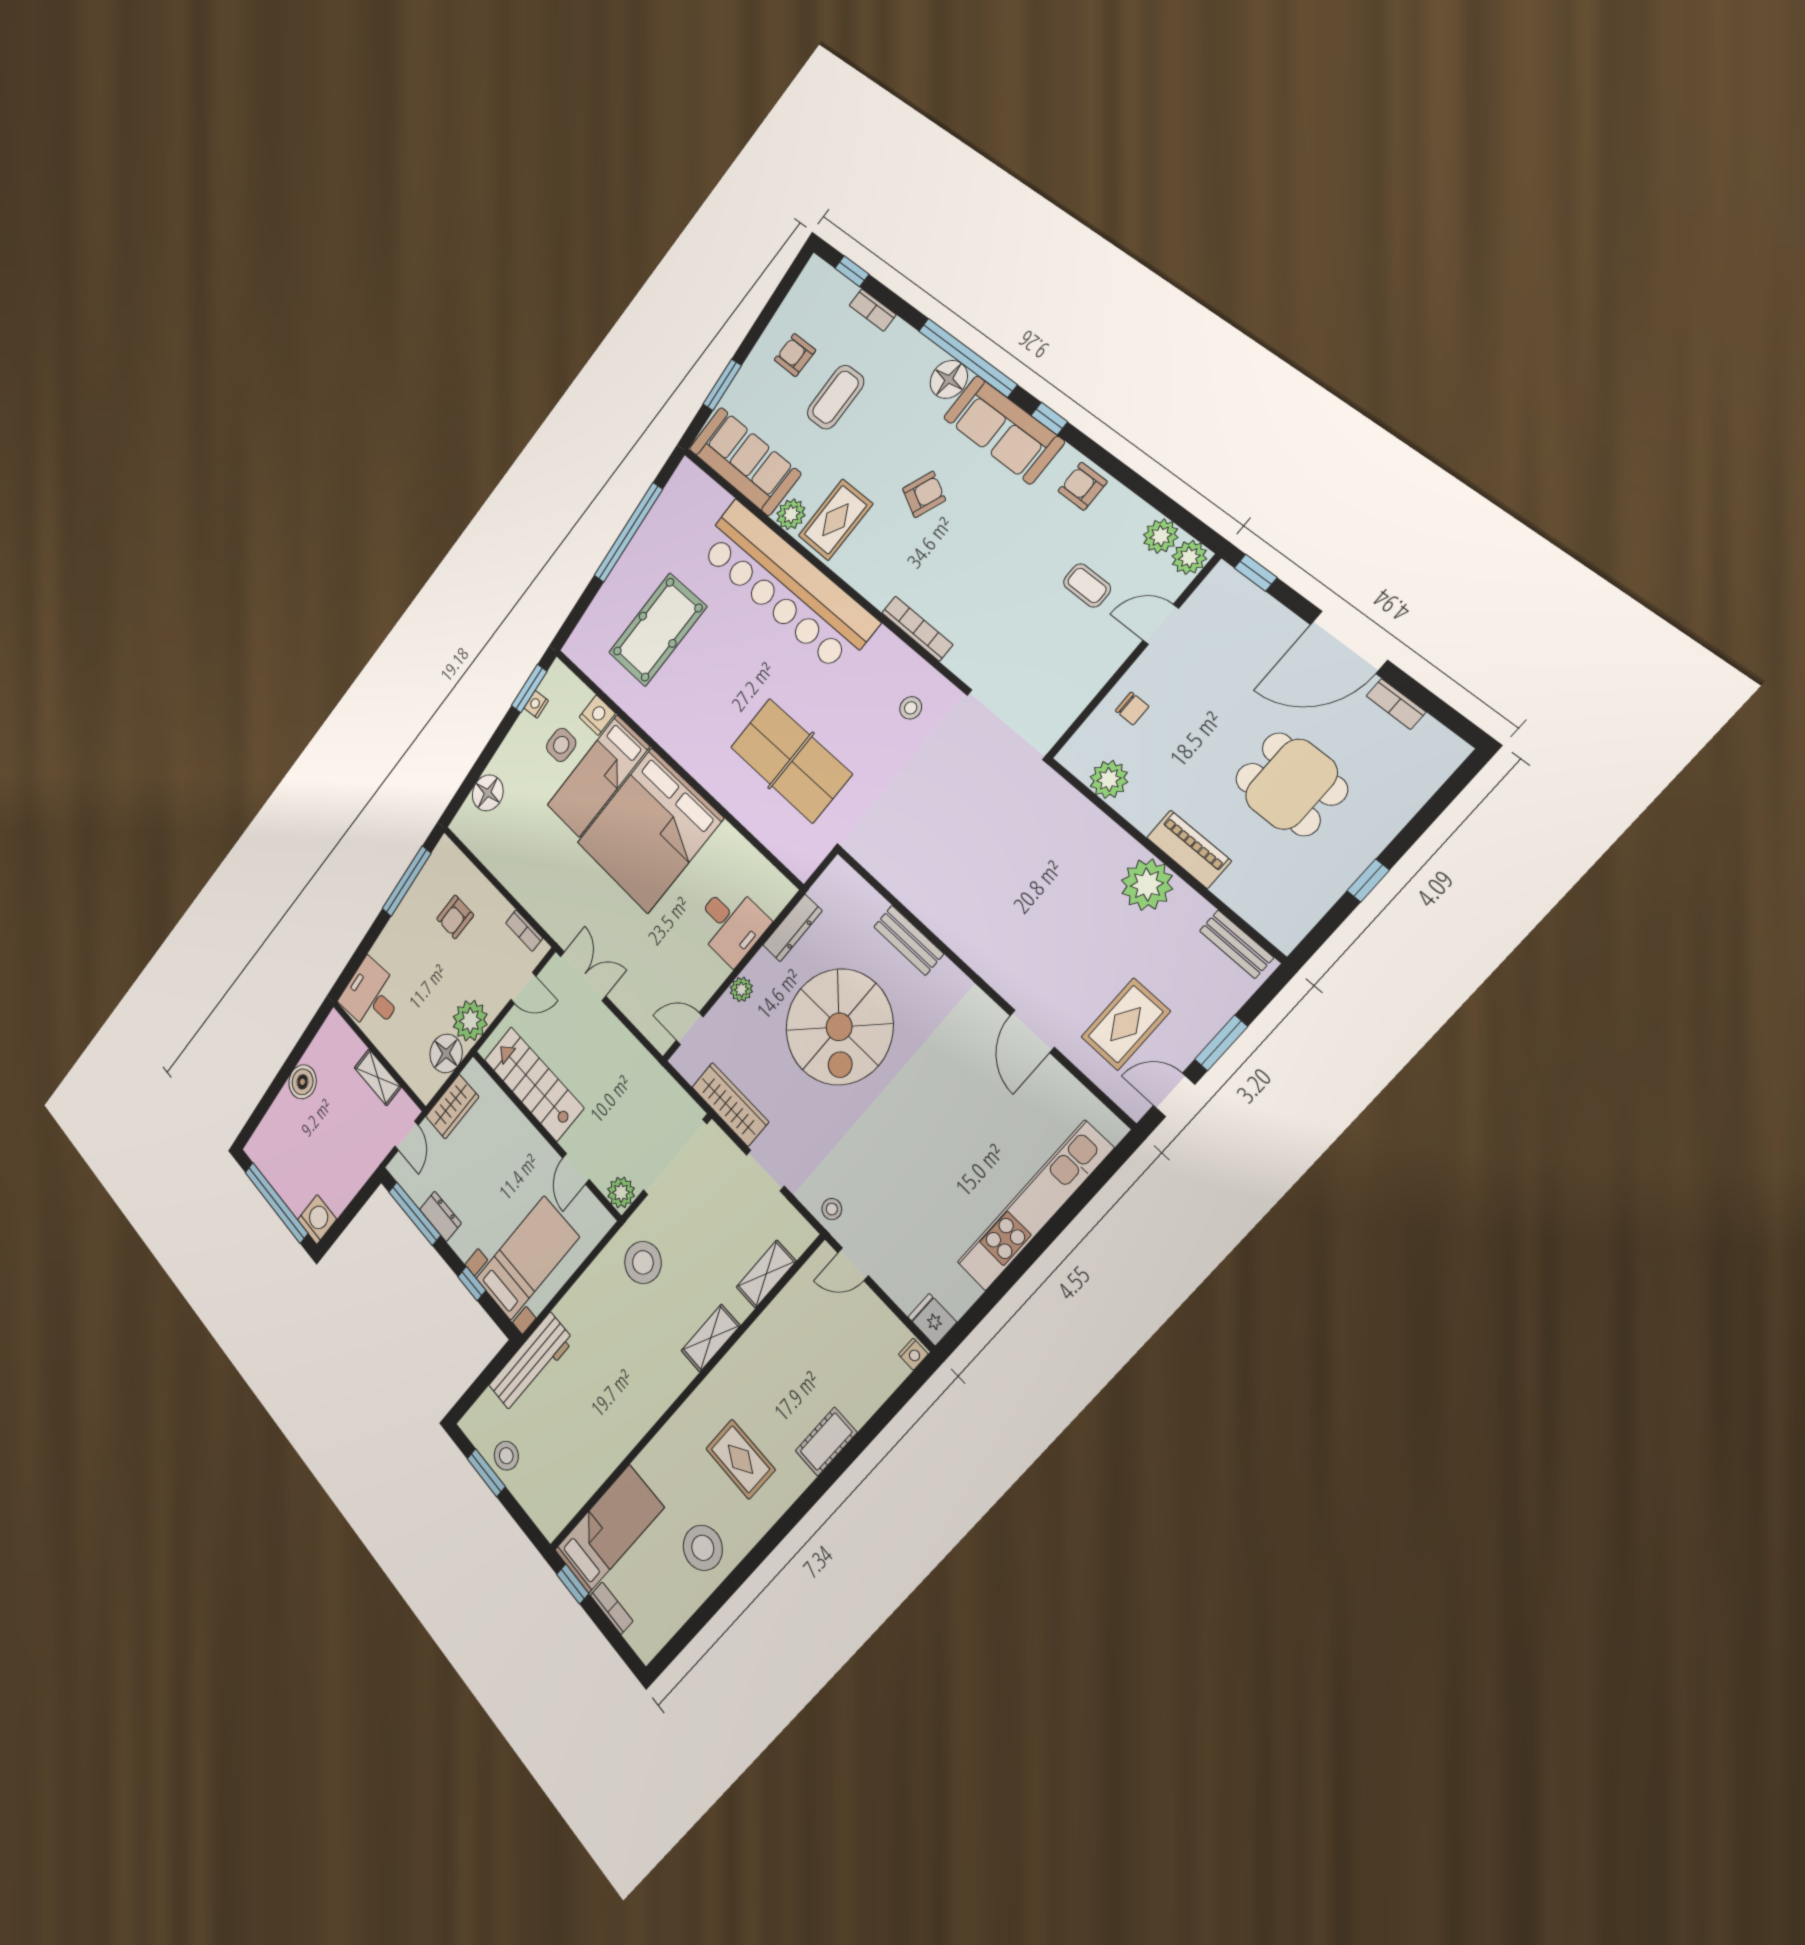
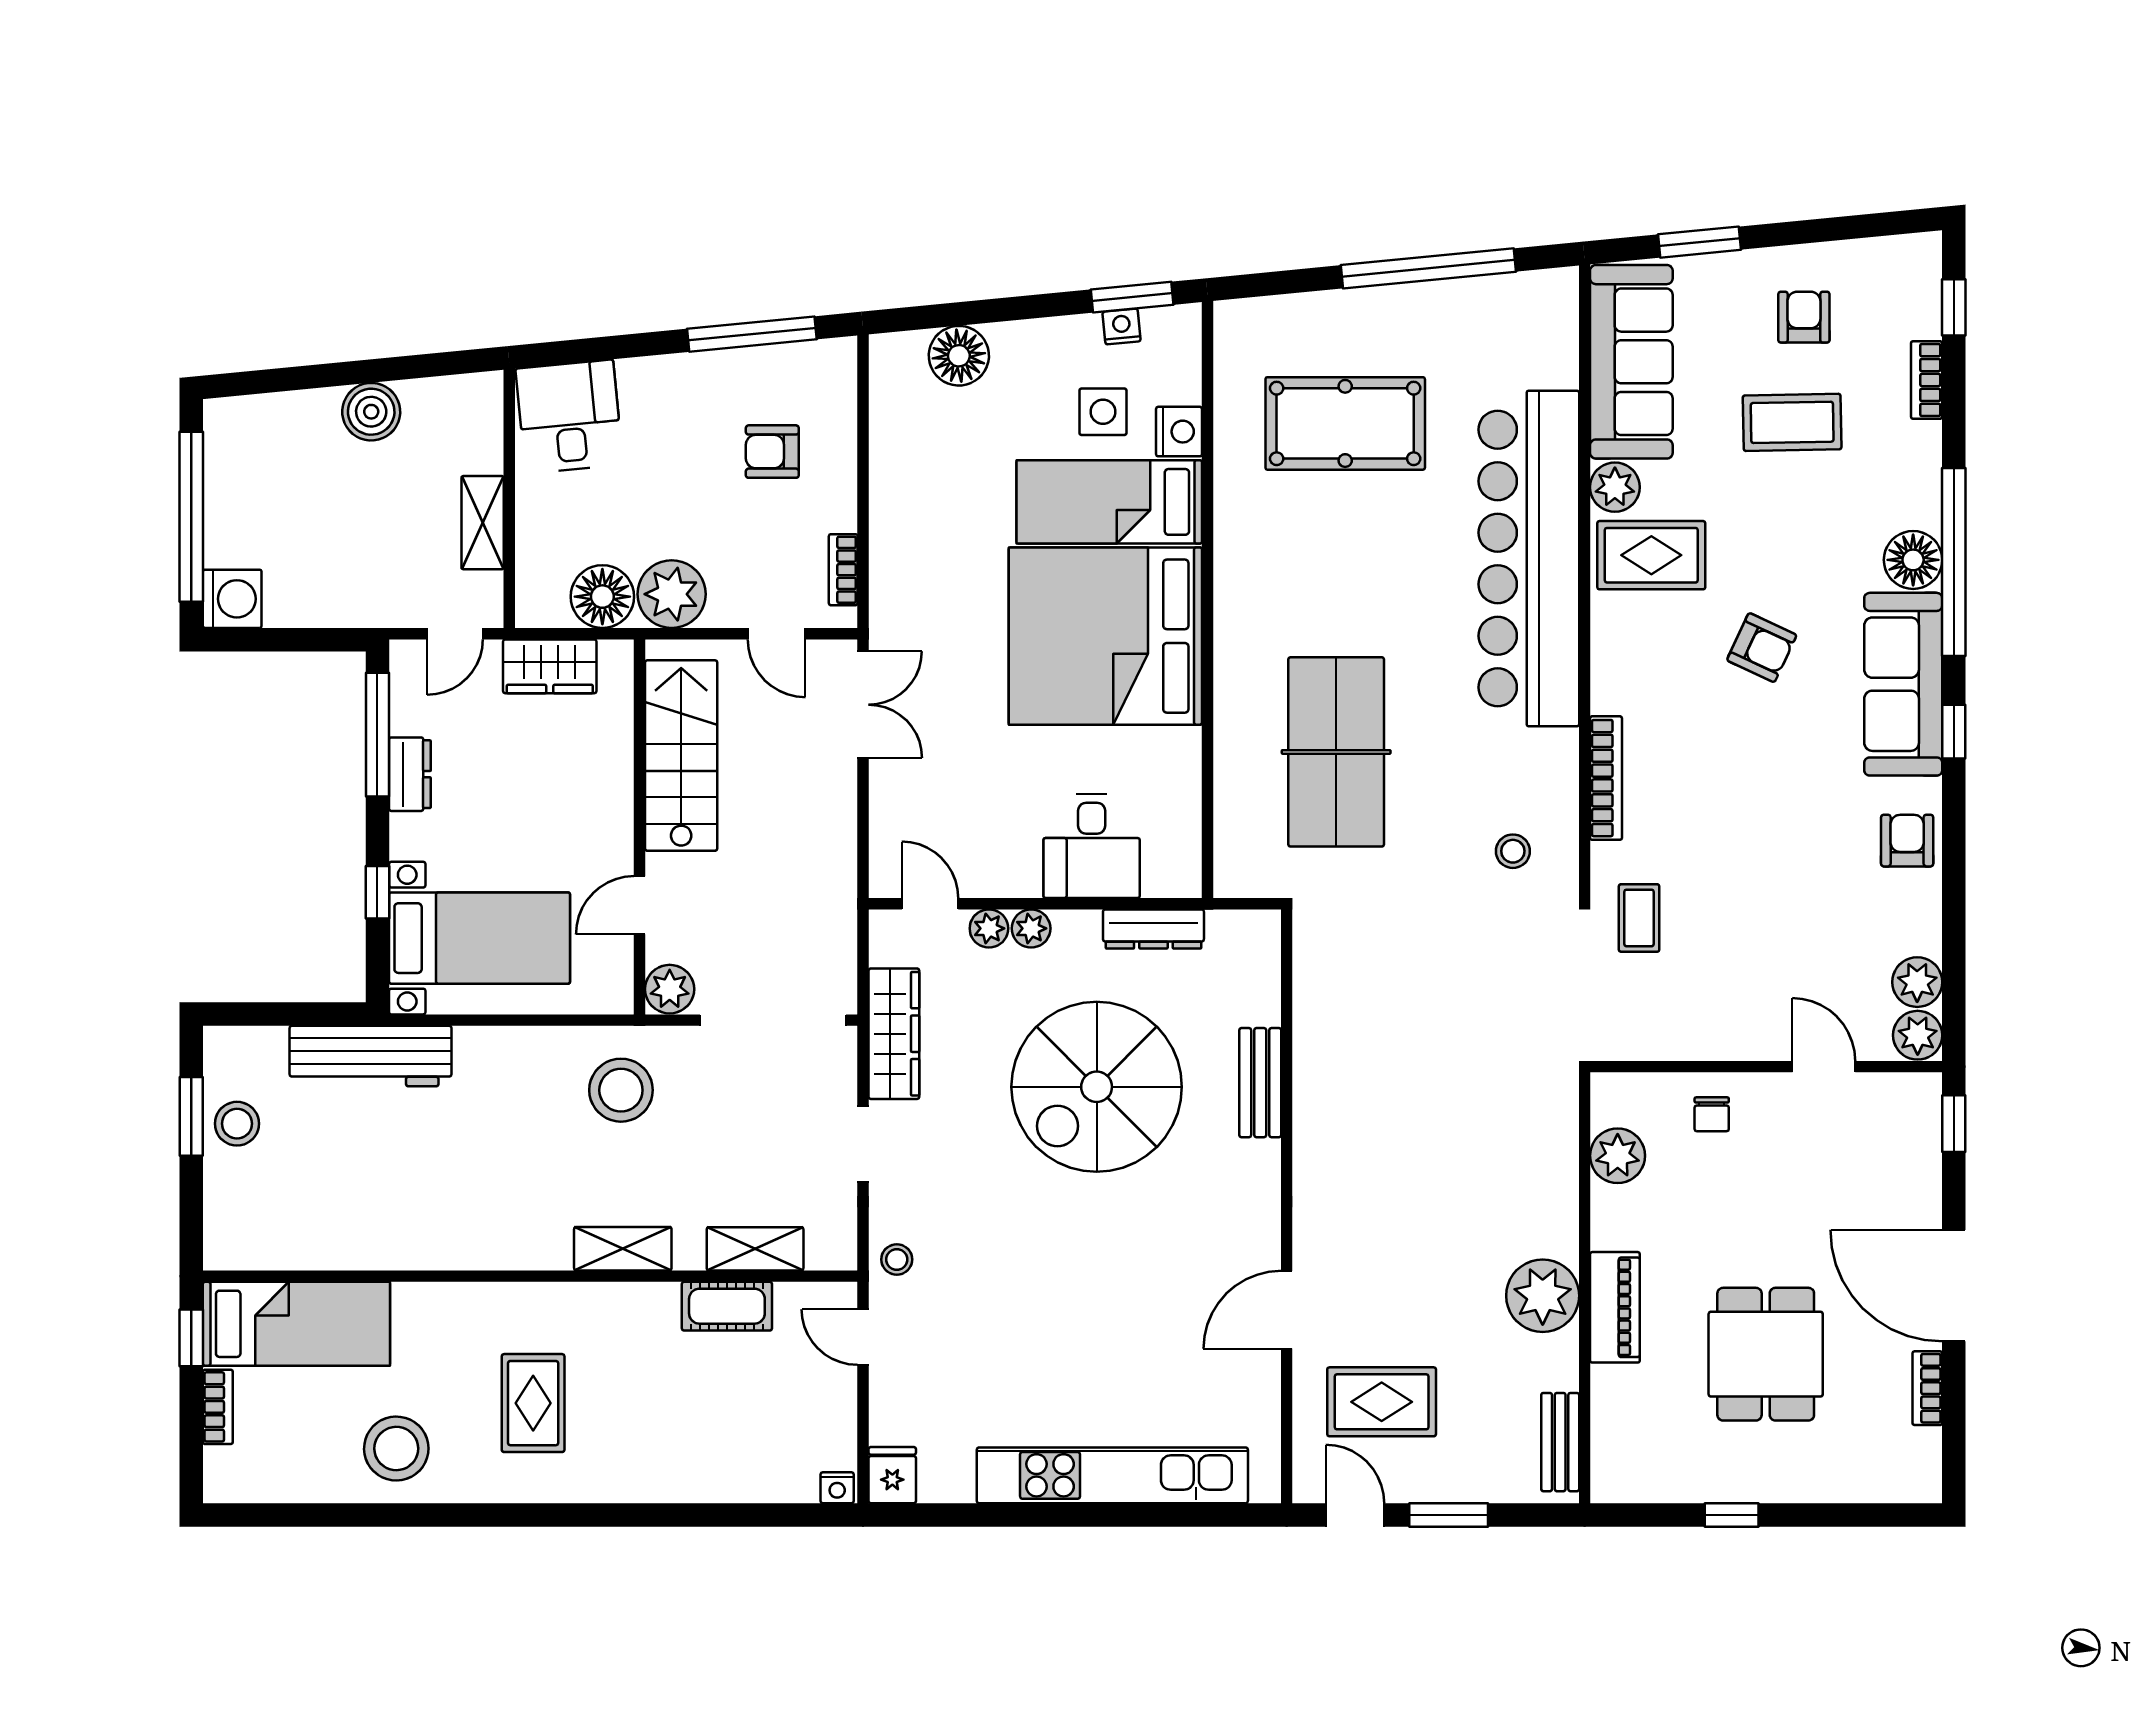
coffee table: (1087, 585) -> (1639, 918), moved
plant: (724, 1010) -> (989, 928), added
cot: (826, 1442) -> (727, 1306), moved

